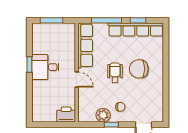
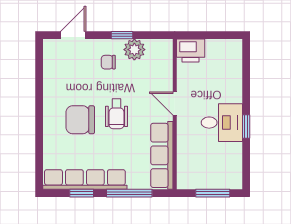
chair: (139, 69) -> (80, 120), turned 180

